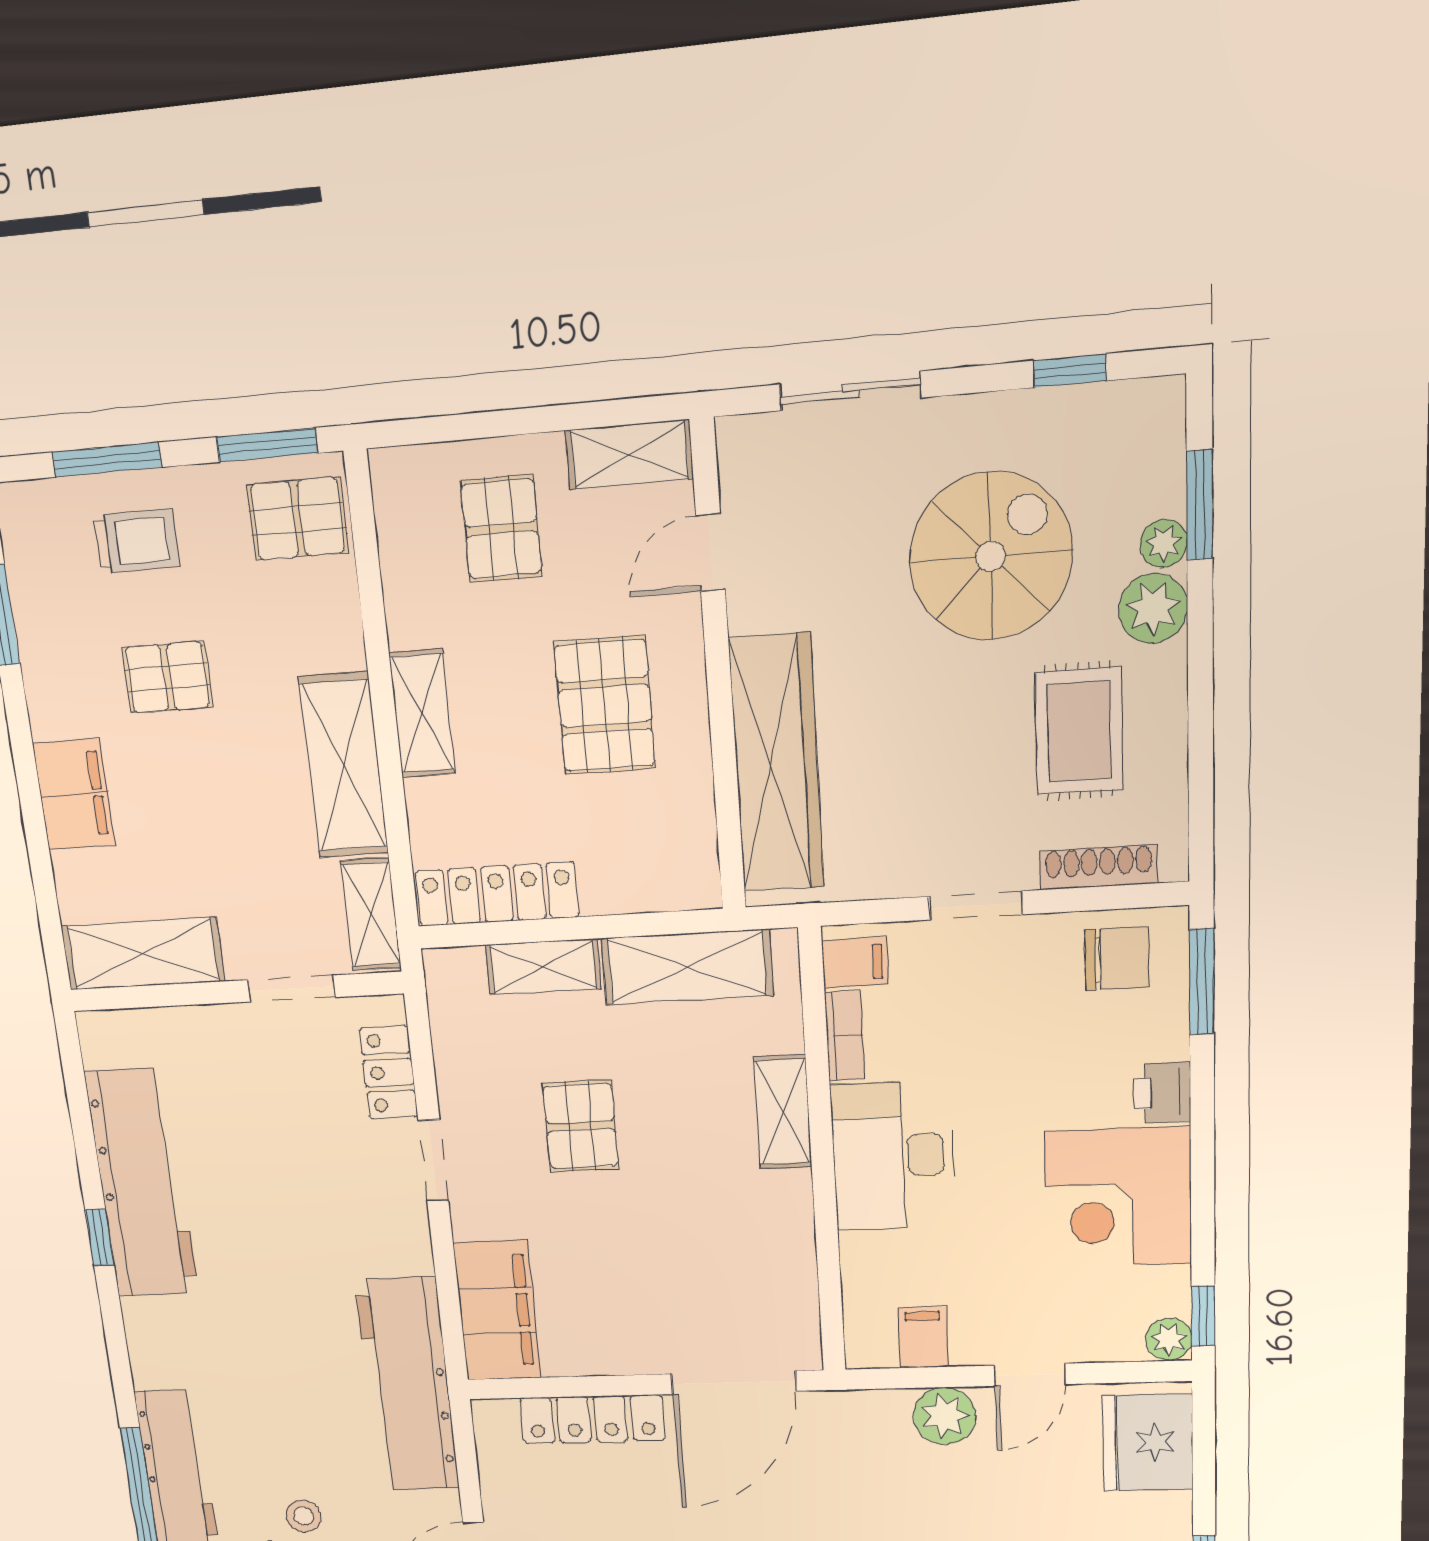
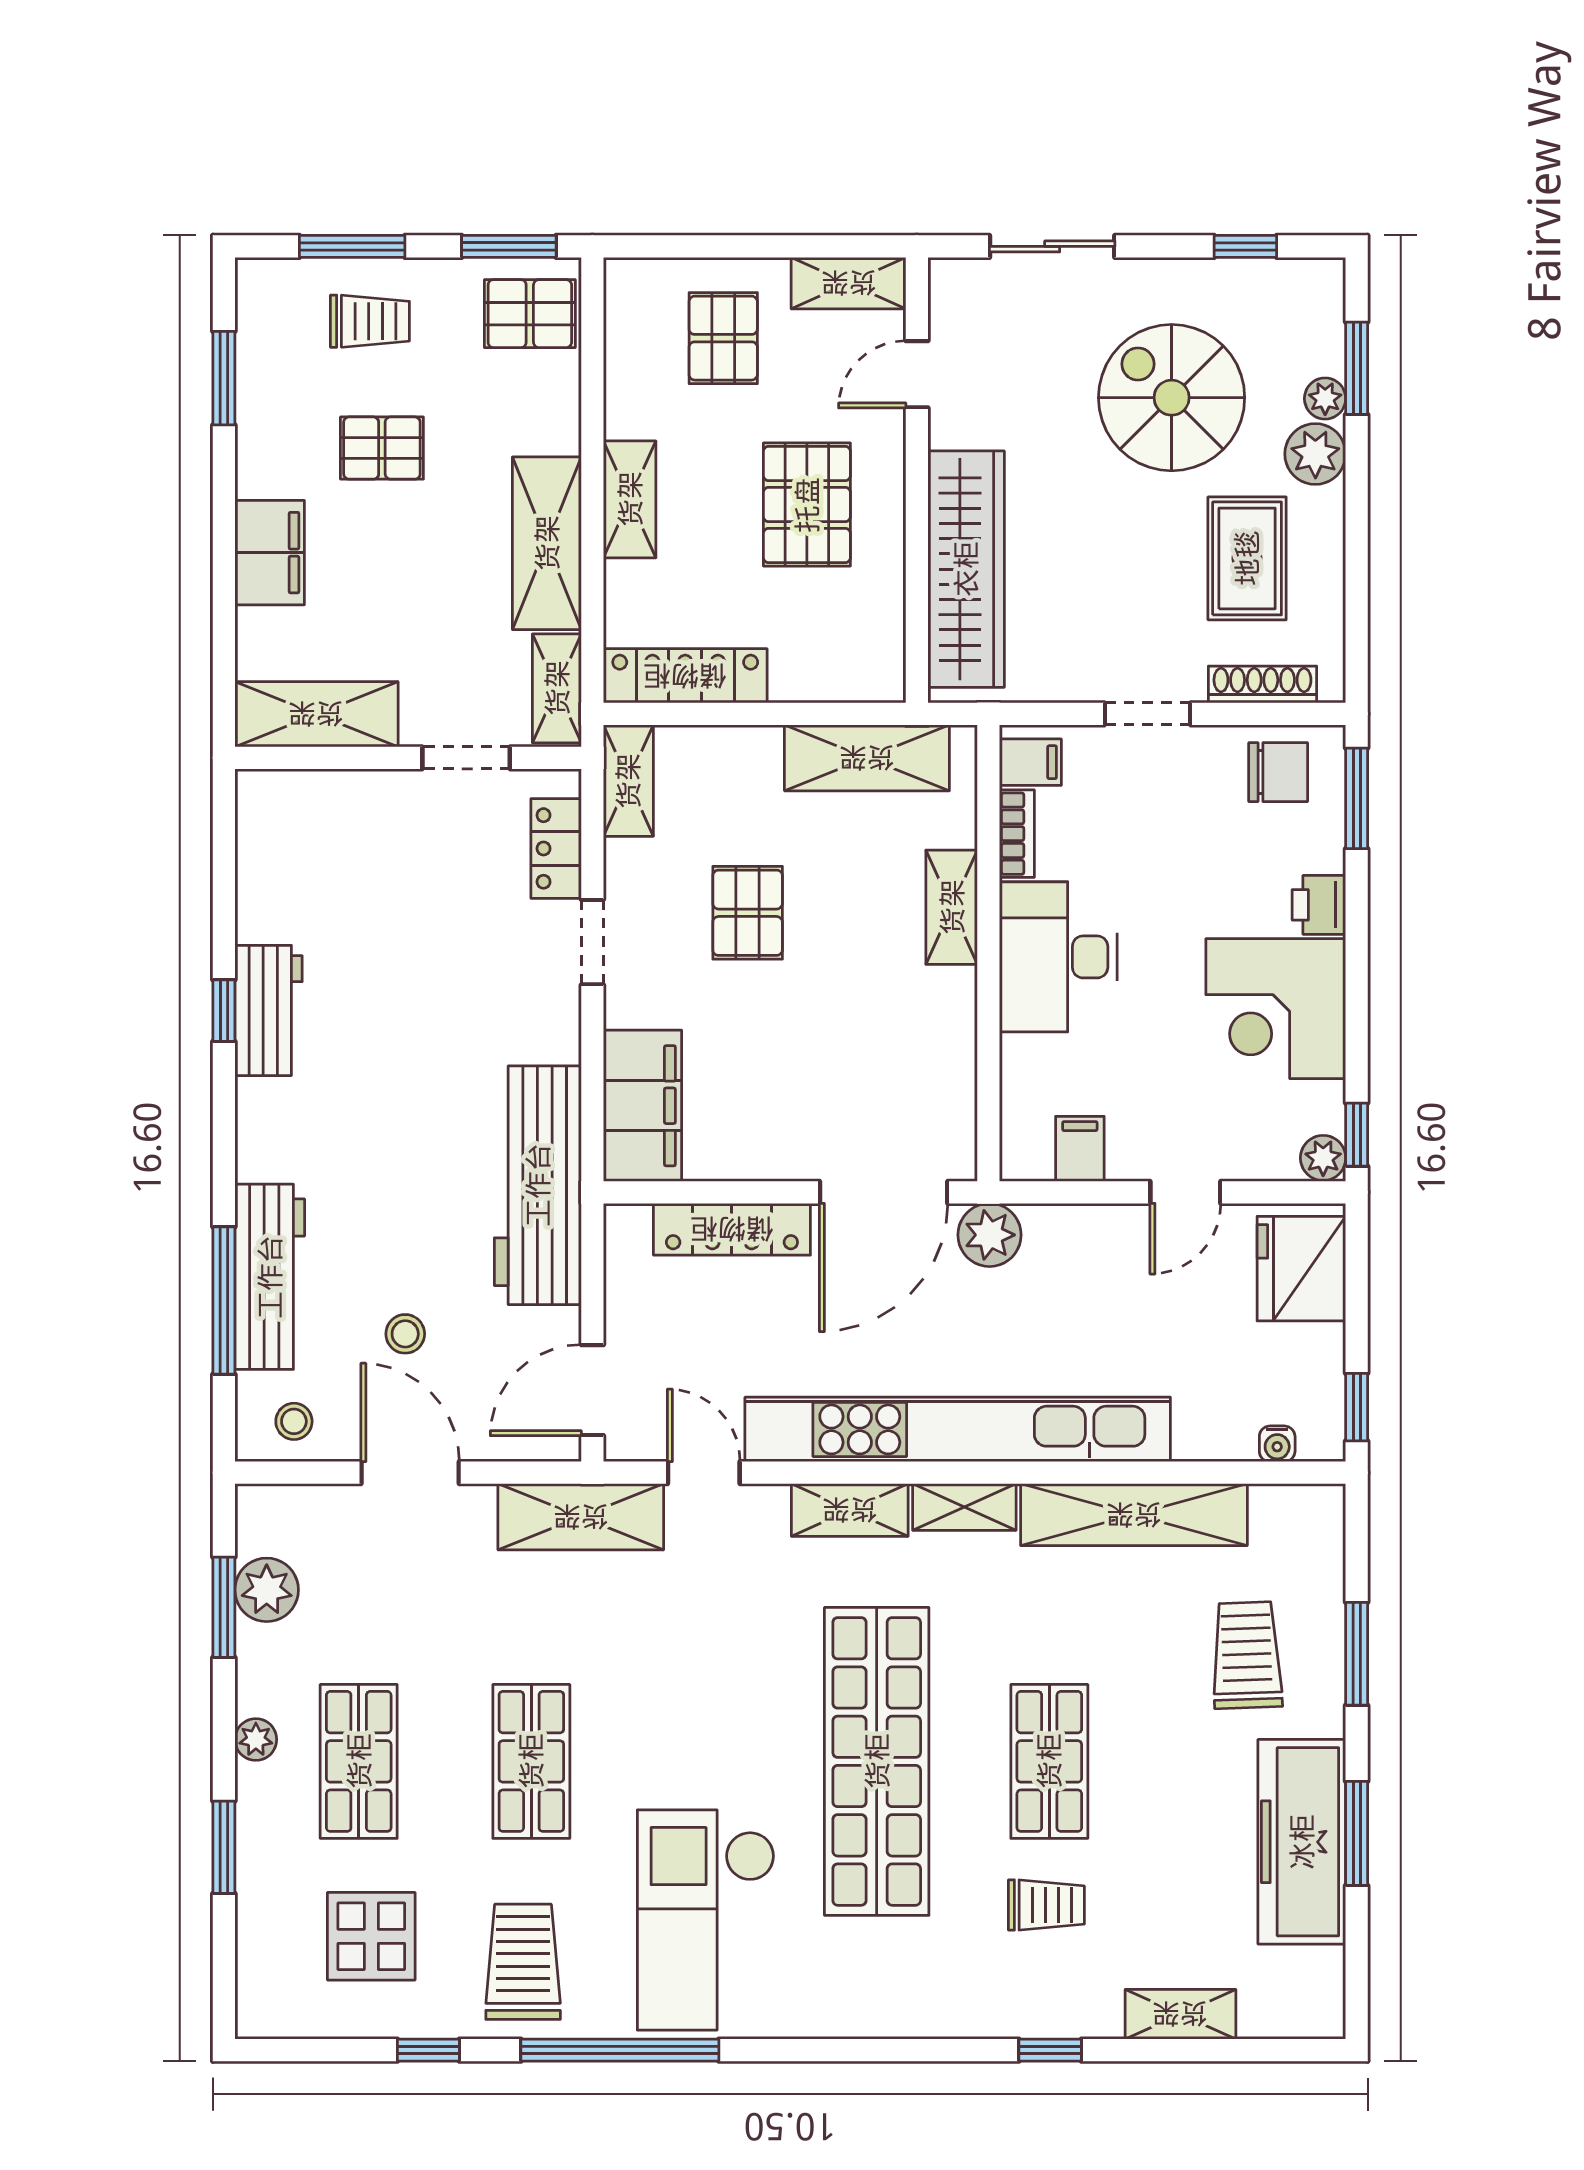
spiral stairs: (991, 556) -> (1172, 398), turned -90
shelving: (543, 967) -> (628, 781), moved, turned 90
workbench: (142, 1183) -> (269, 1010), width x0.53, depth x0.76
plant: (945, 1416) -> (990, 1235), moved

